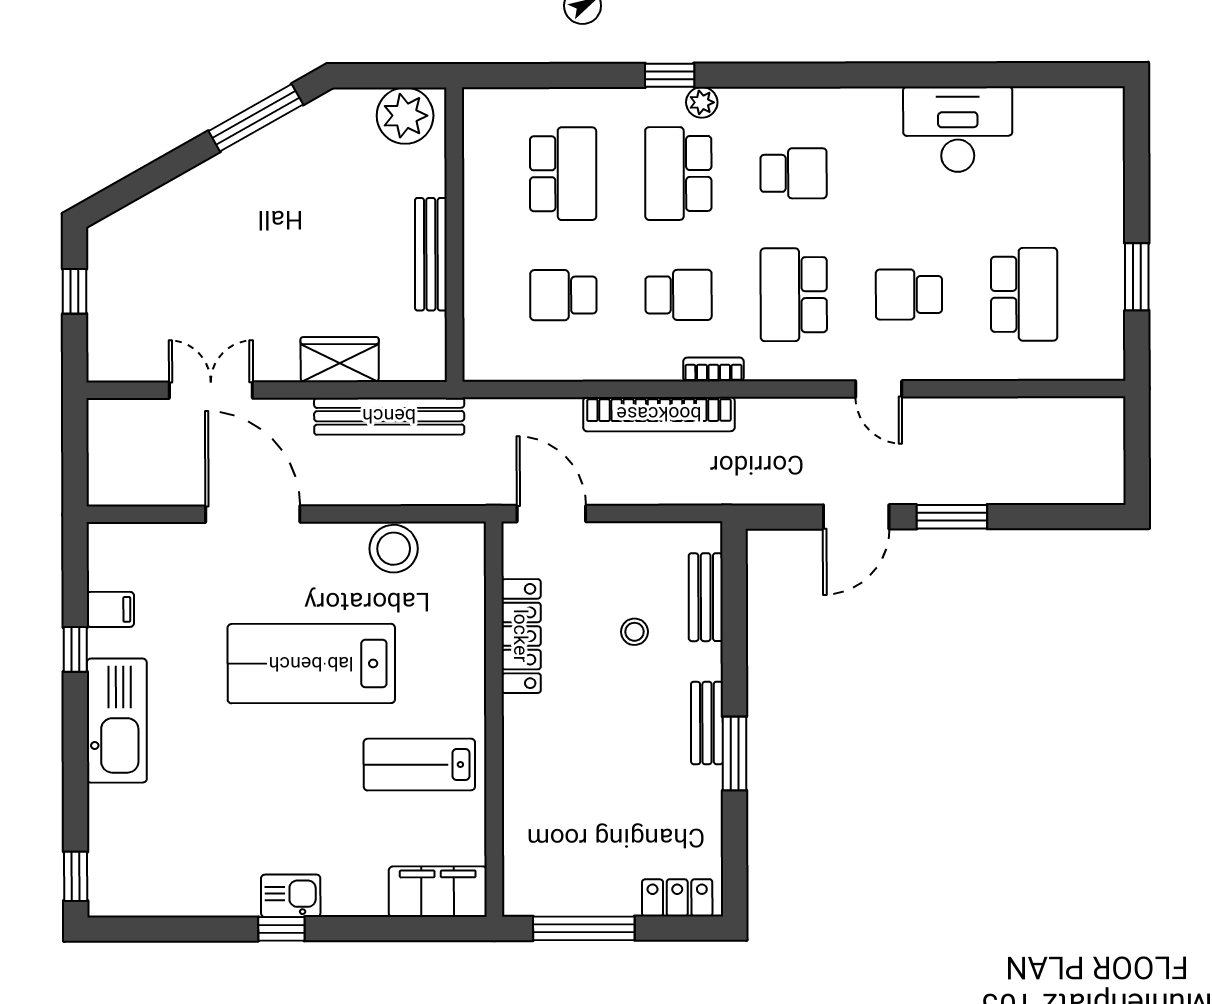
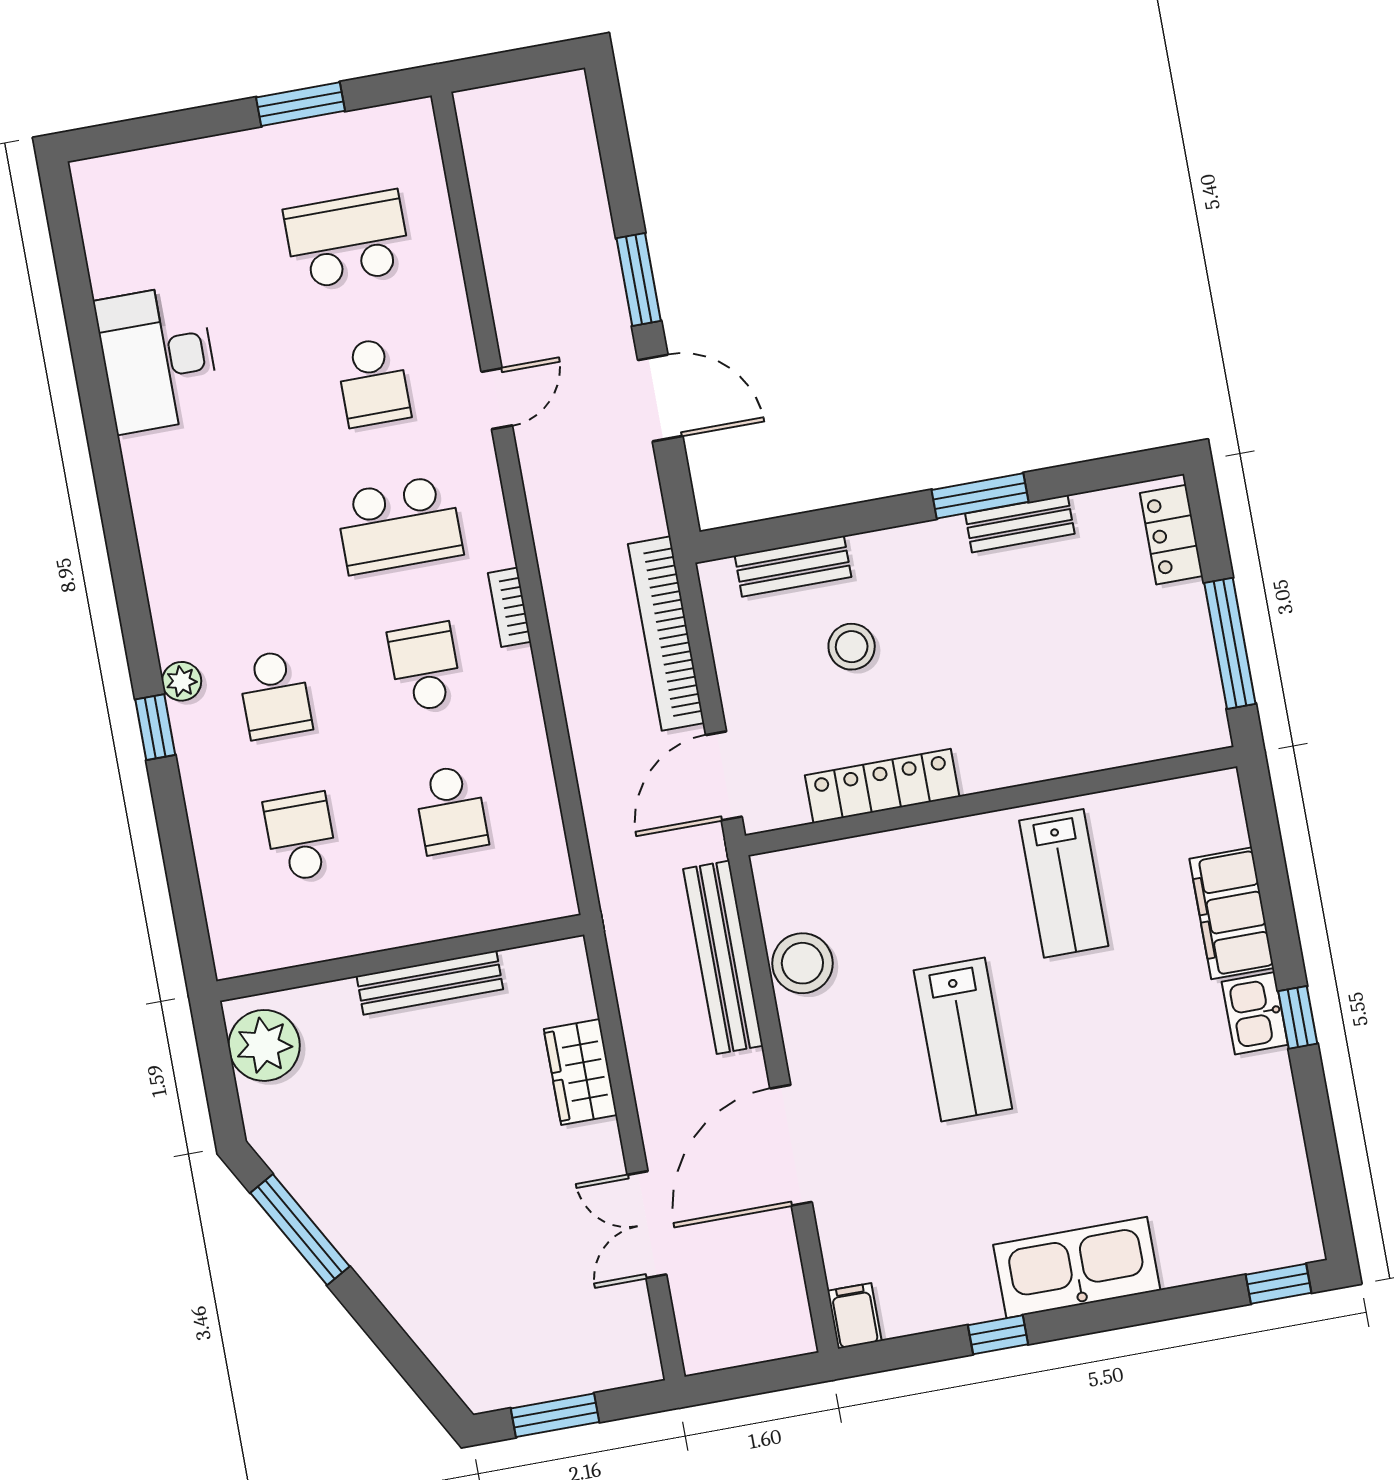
school desk: (794, 173) -> (249, 552), removed
school desk: (563, 174) -> (301, 837), width x0.54
school desk: (678, 174) -> (275, 694), width x0.54
window: (75, 291) -> (555, 1415), width x1.50
bookcase: (659, 414) -> (666, 633), moved, turned 180
bench: (389, 416) -> (723, 957), moved
filing cabinet: (110, 609) -> (854, 1316), moved
stool: (634, 632) -> (852, 647), width x1.37, depth x1.37
lab bench: (311, 664) -> (963, 1040), width x0.73, depth x0.72
bench: (707, 723) -> (1020, 524), moved
filing cabinet: (438, 892) -> (1232, 913), moved

